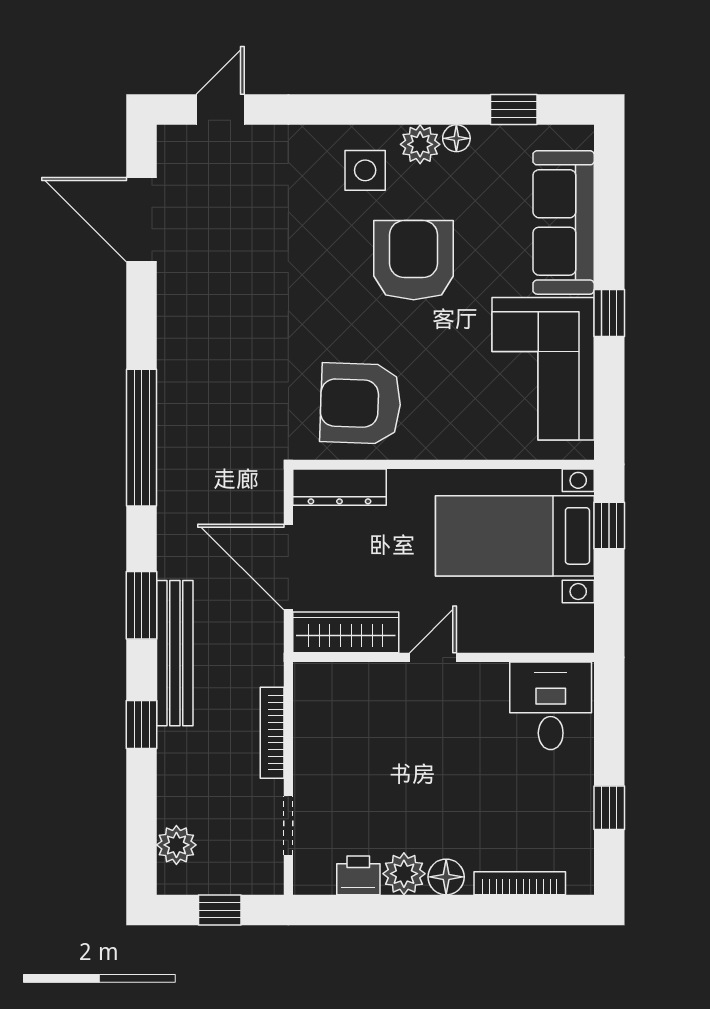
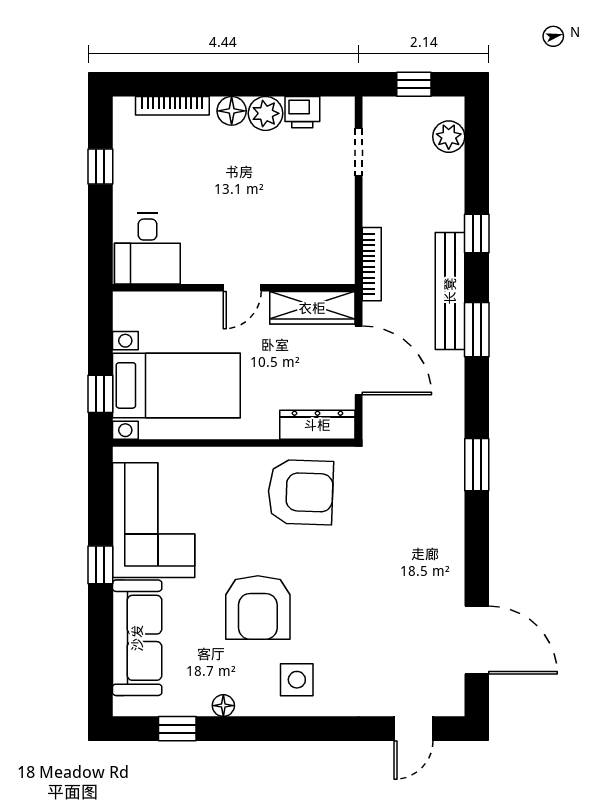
plant: (420, 144) -> (253, 701), removed
window: (142, 438) -> (477, 465), width x0.47
bookcase: (272, 733) -> (372, 264), moved

